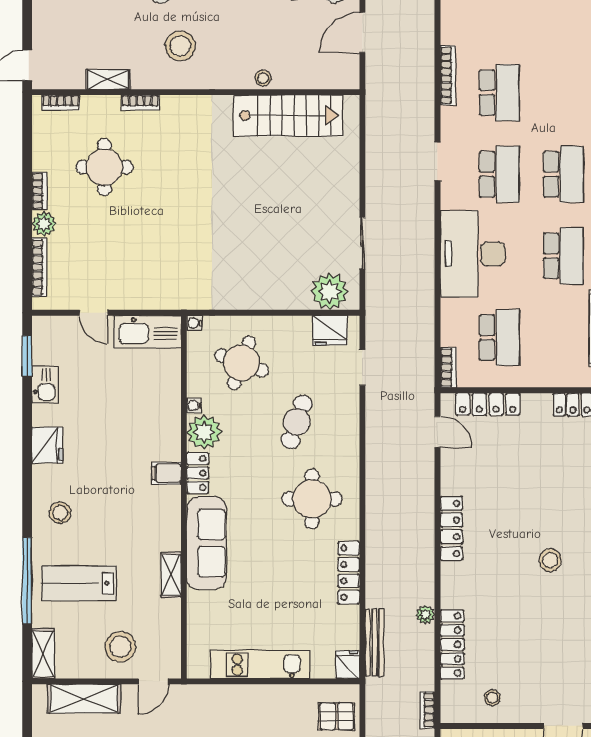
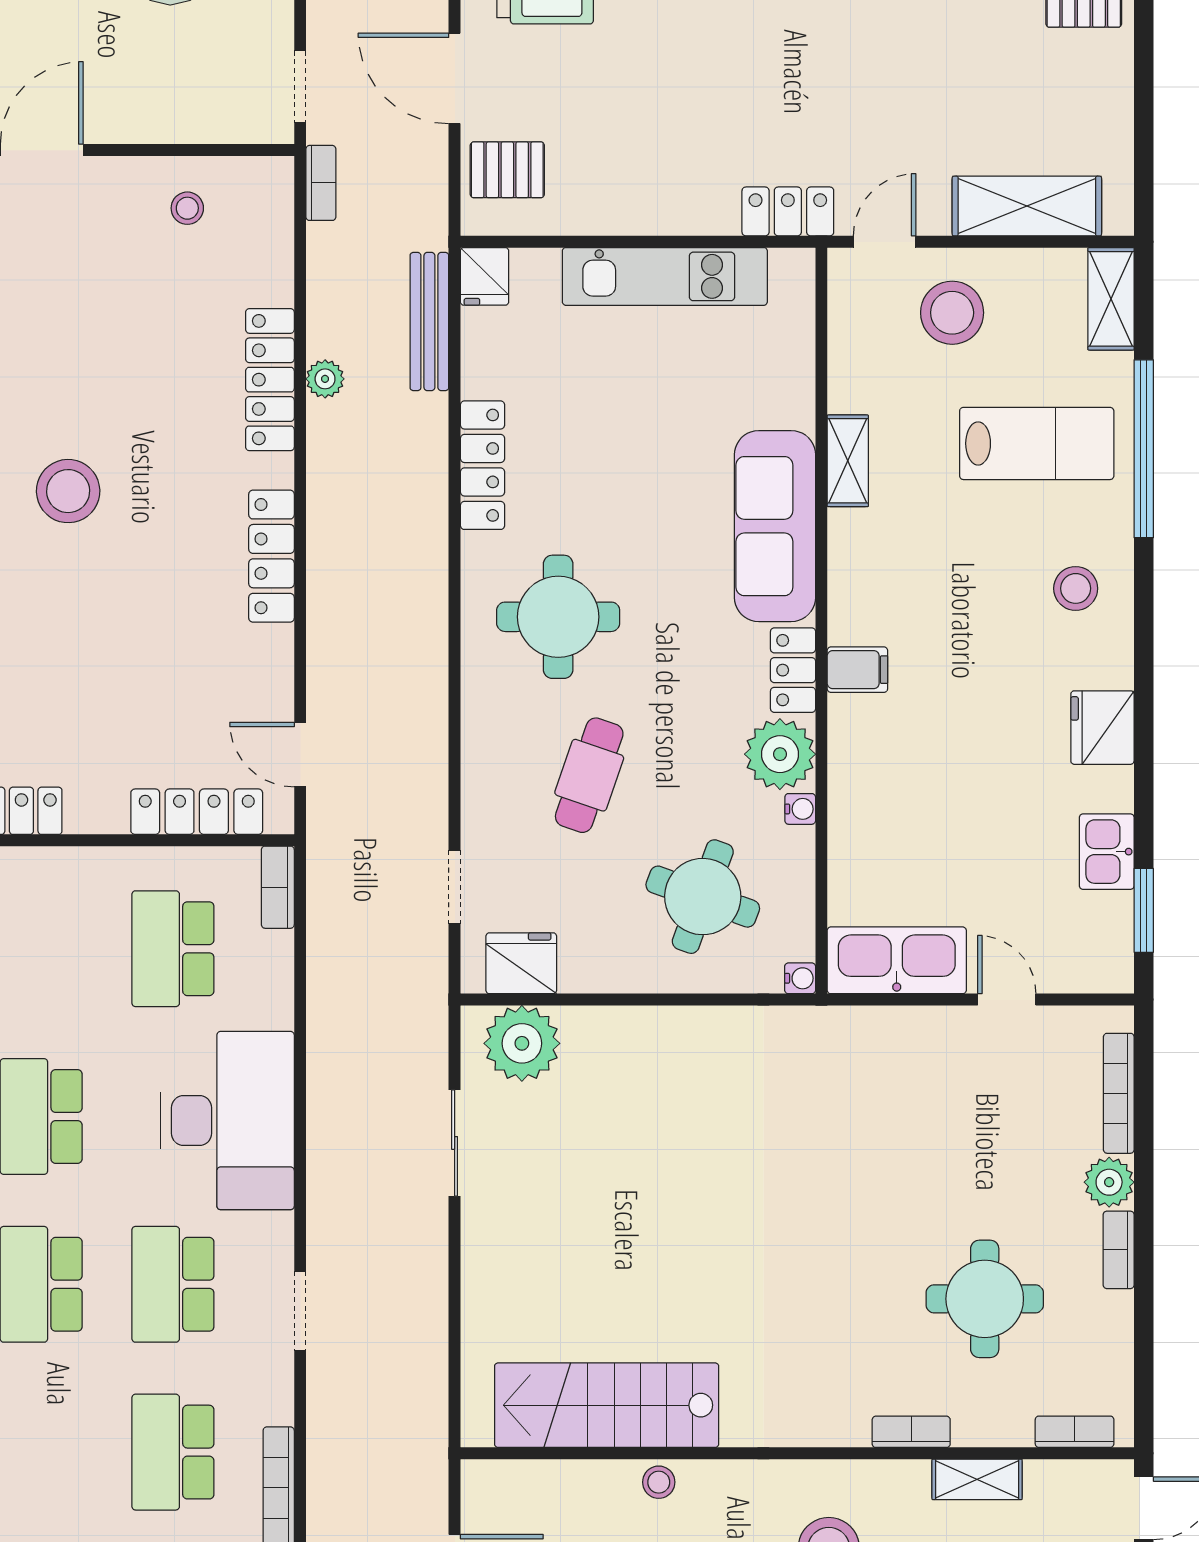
stool: (550, 560) -> (68, 491), width x1.38, depth x1.38
locker: (452, 644) -> (270, 380), moved
locker: (200, 696) -> (788, 211), added

